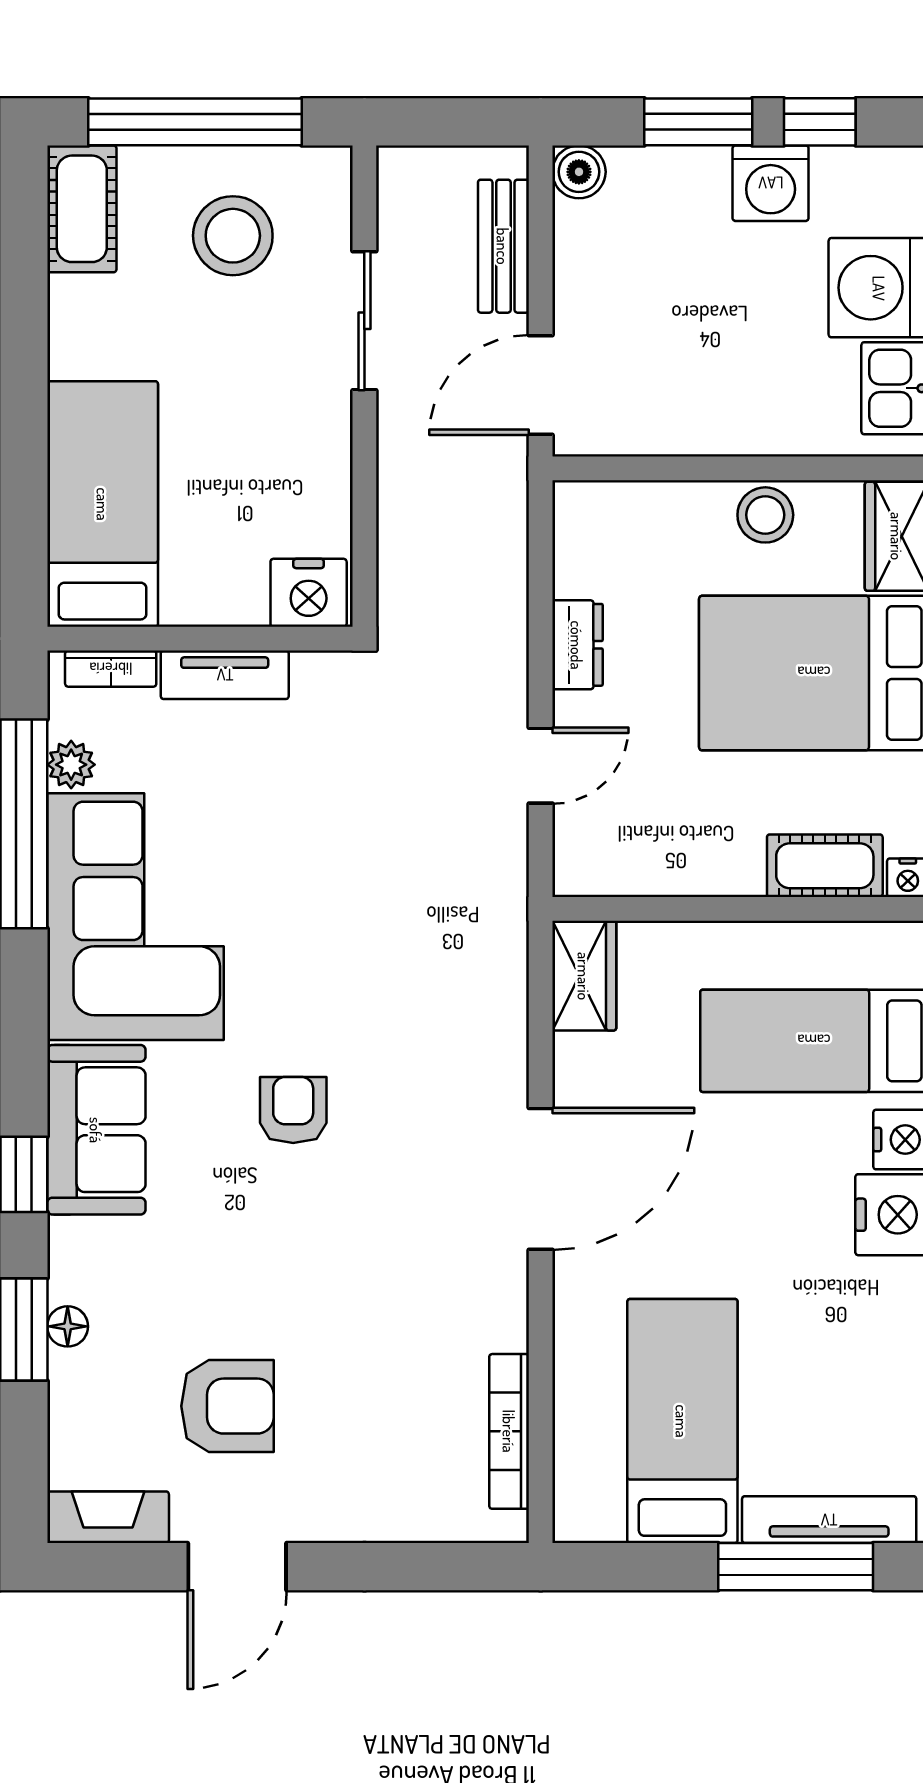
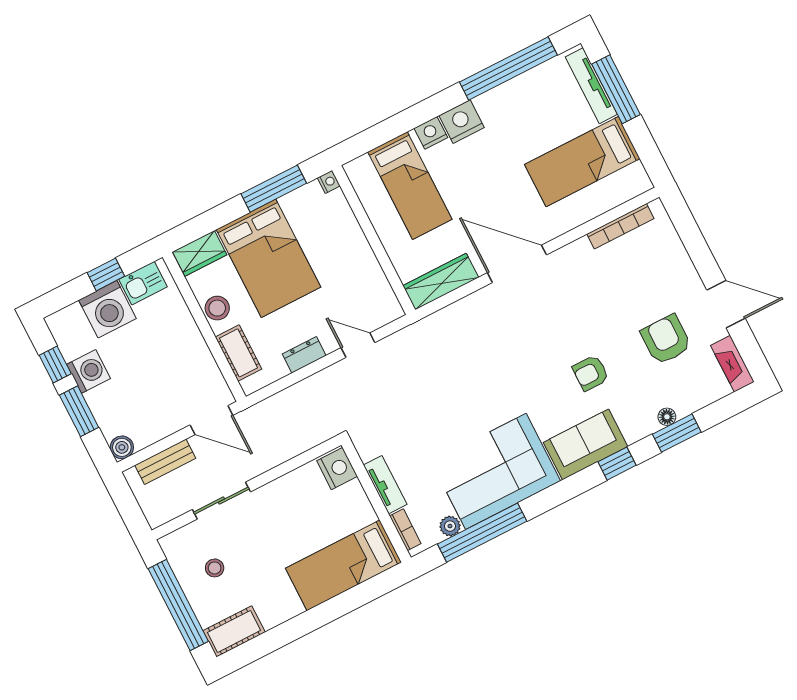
stool: (233, 236) -> (215, 568), width x0.53, depth x0.53
cot: (825, 866) -> (238, 353), moved
wardrobe: (584, 976) -> (441, 282), width x1.50
armchair: (293, 1110) -> (591, 373), moved

